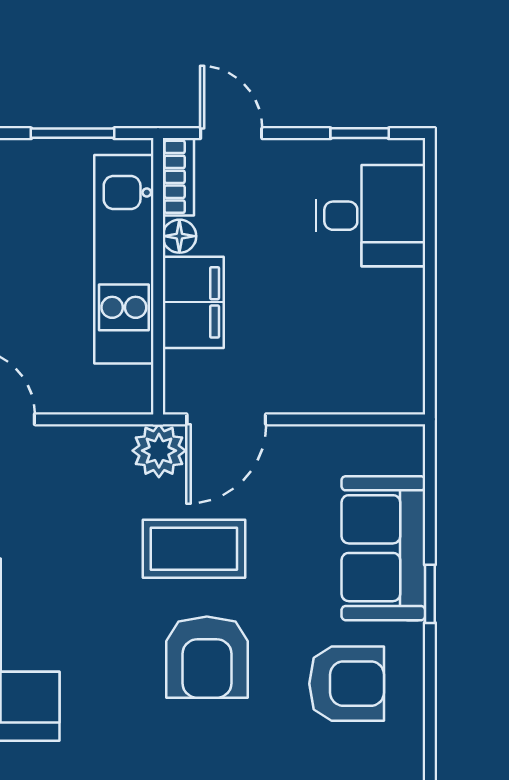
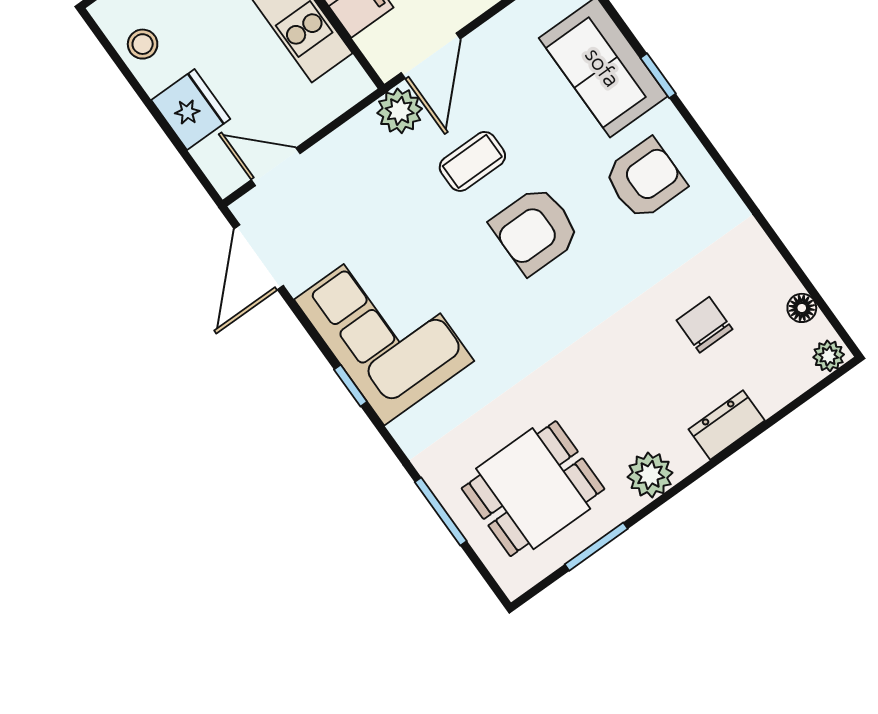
coffee table: (194, 549) -> (472, 161), width x0.73, depth x0.77
armchair: (207, 657) -> (535, 230), turned 90

